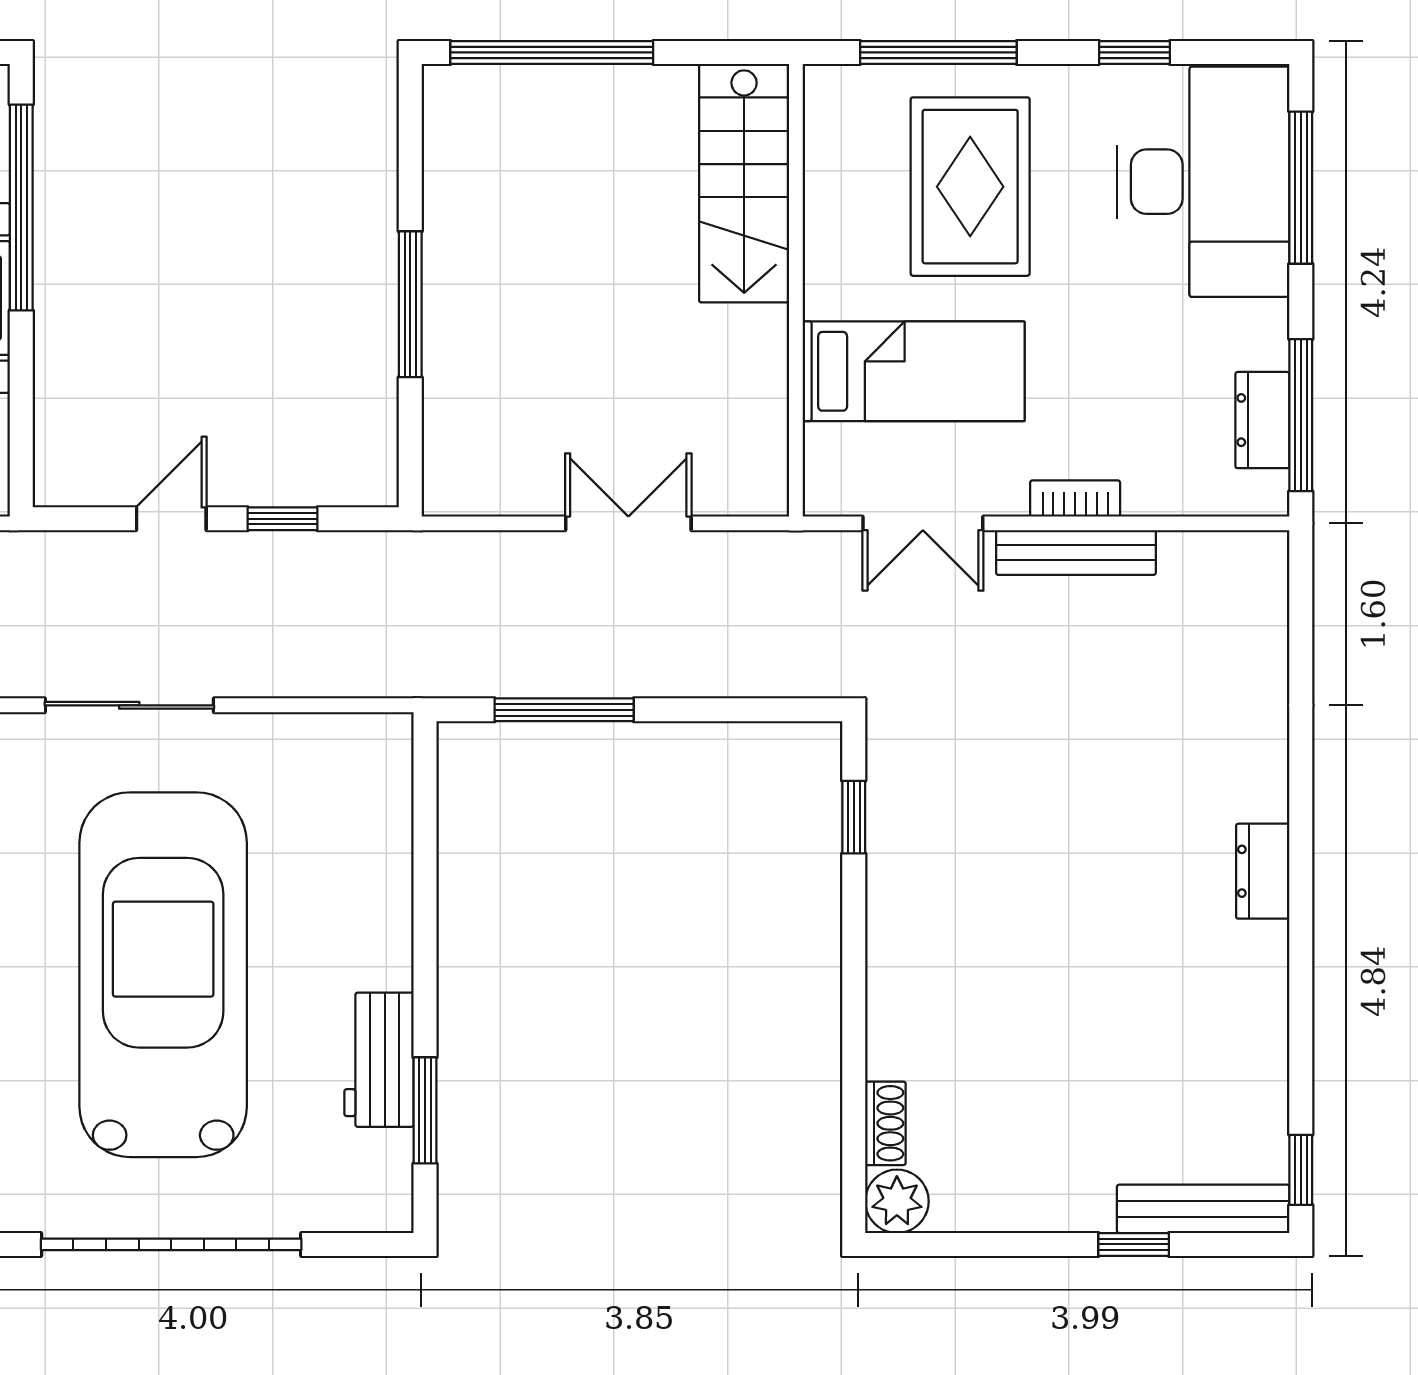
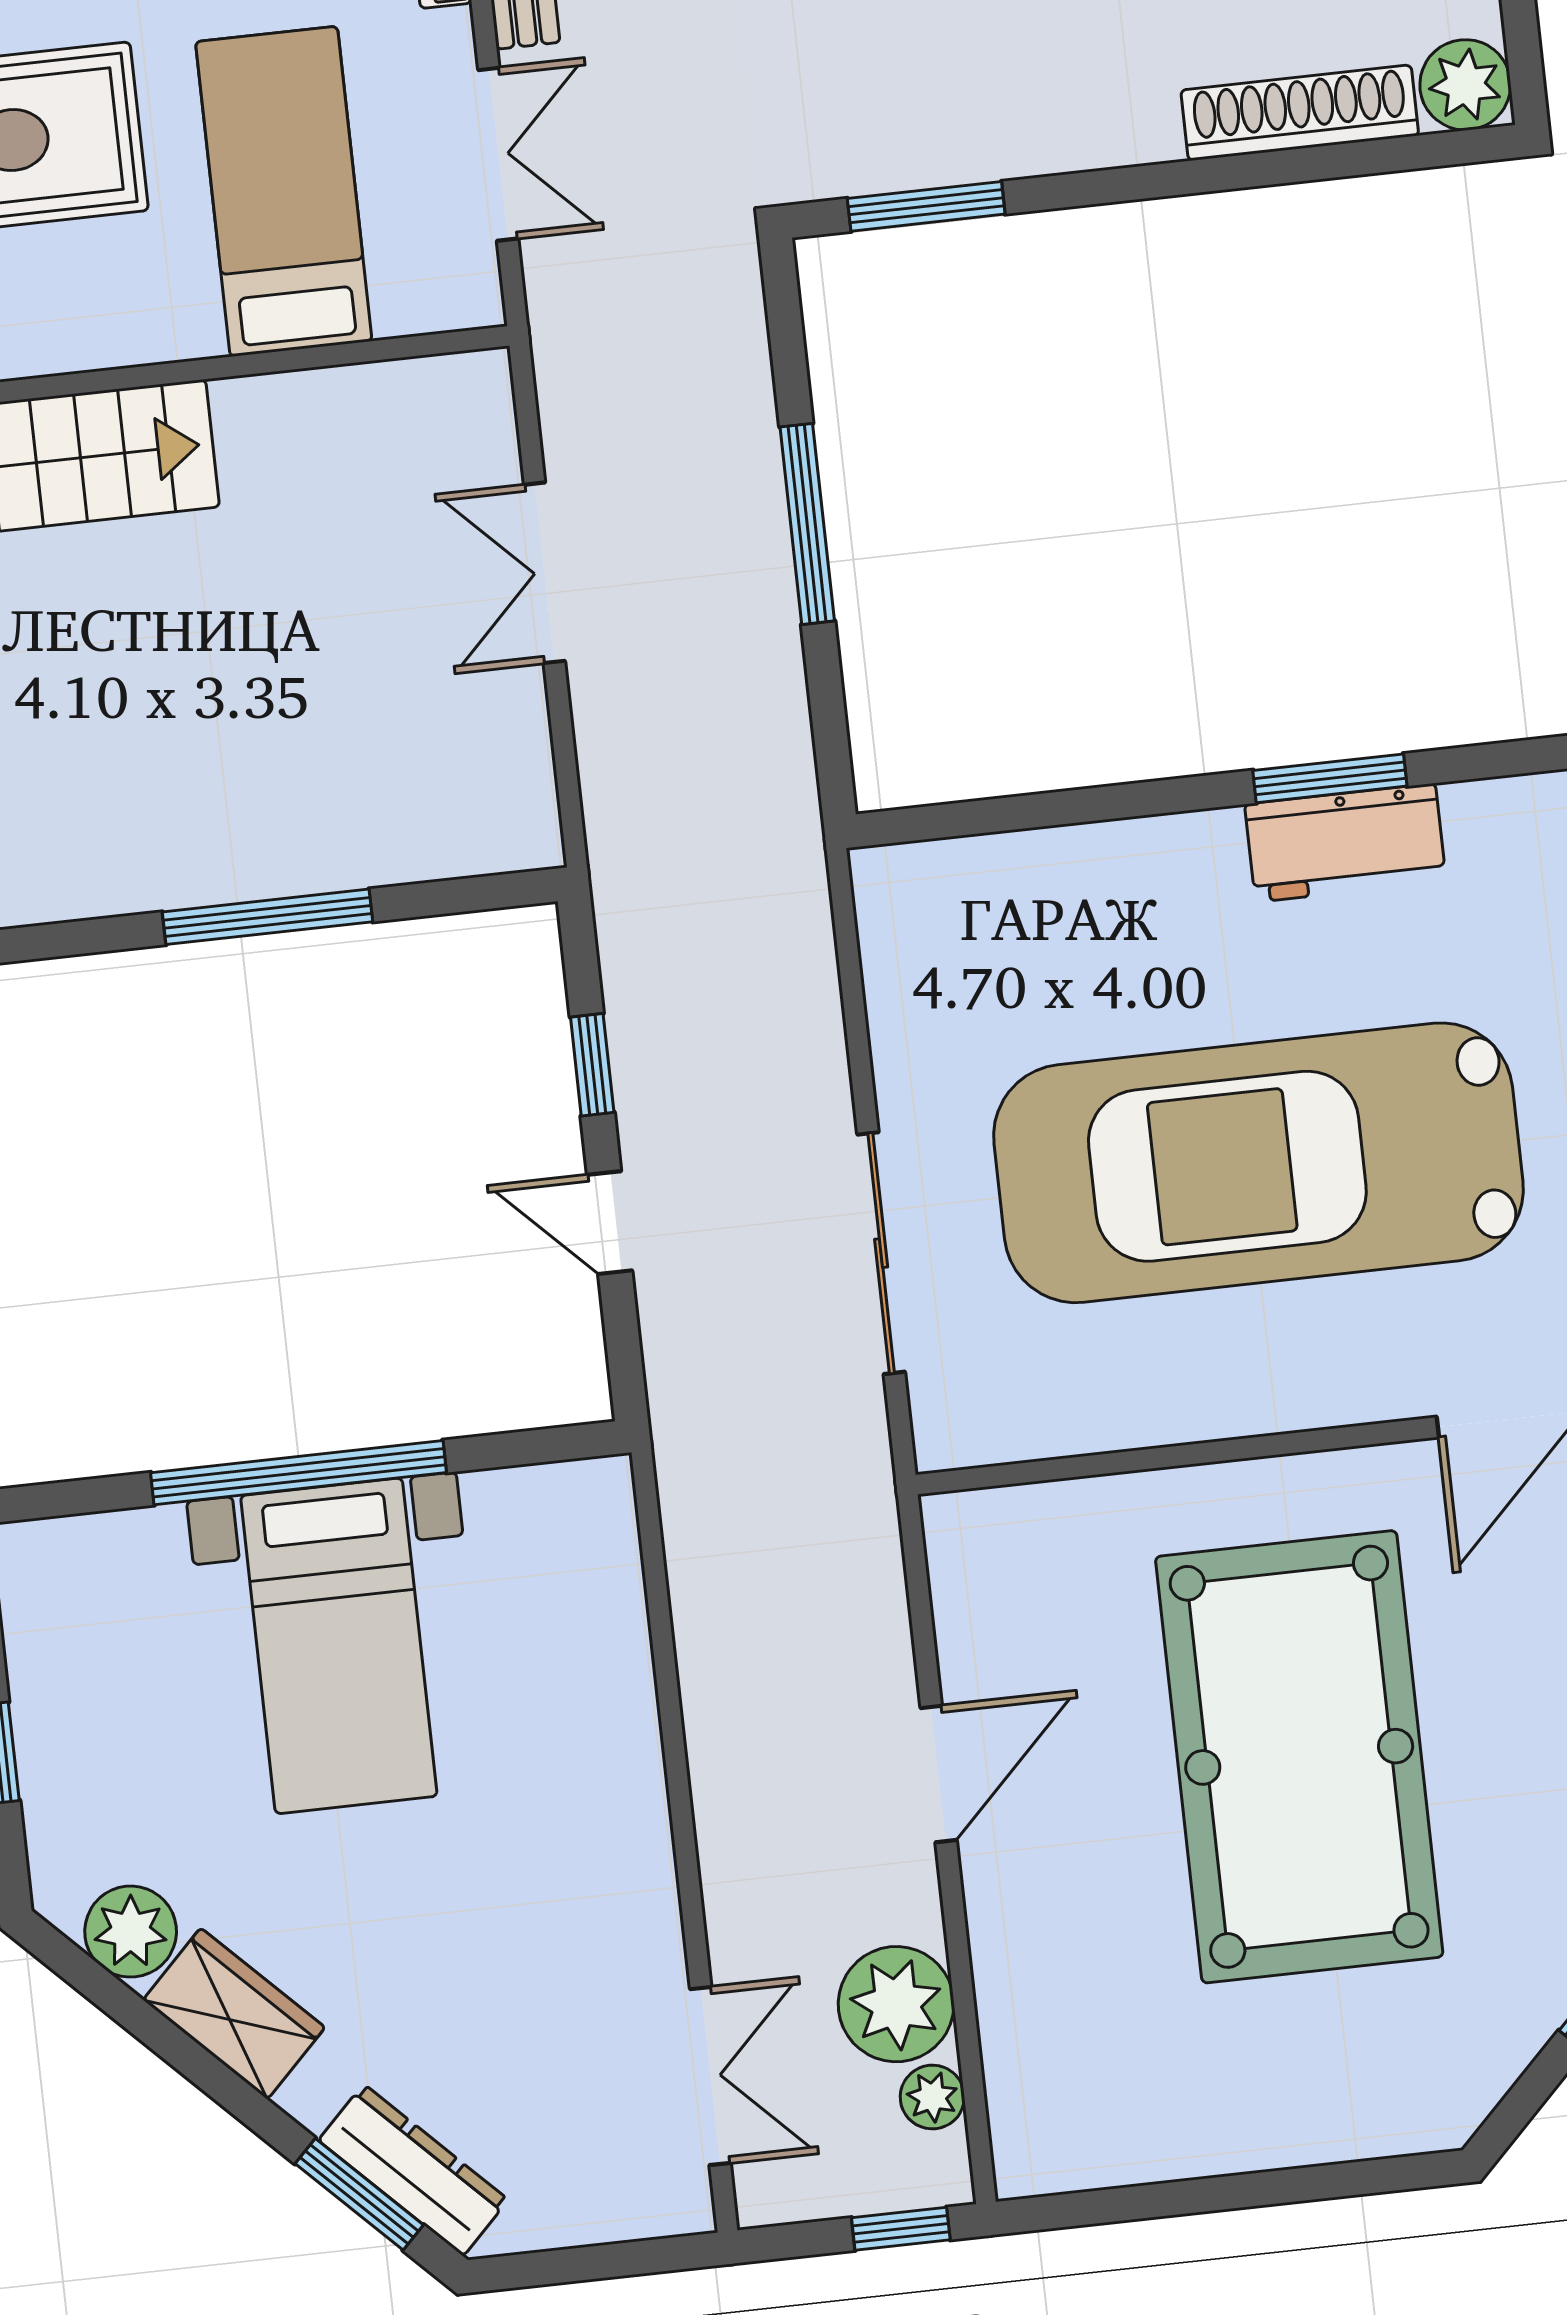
window: (21, 207) -> (299, 1473), moved
window: (564, 710) -> (807, 524), moved
window: (854, 817) -> (926, 206), width x1.50
window: (425, 1110) -> (1330, 778), moved
shoe rack: (885, 1123) -> (1300, 113), width x1.94, depth x1.24

